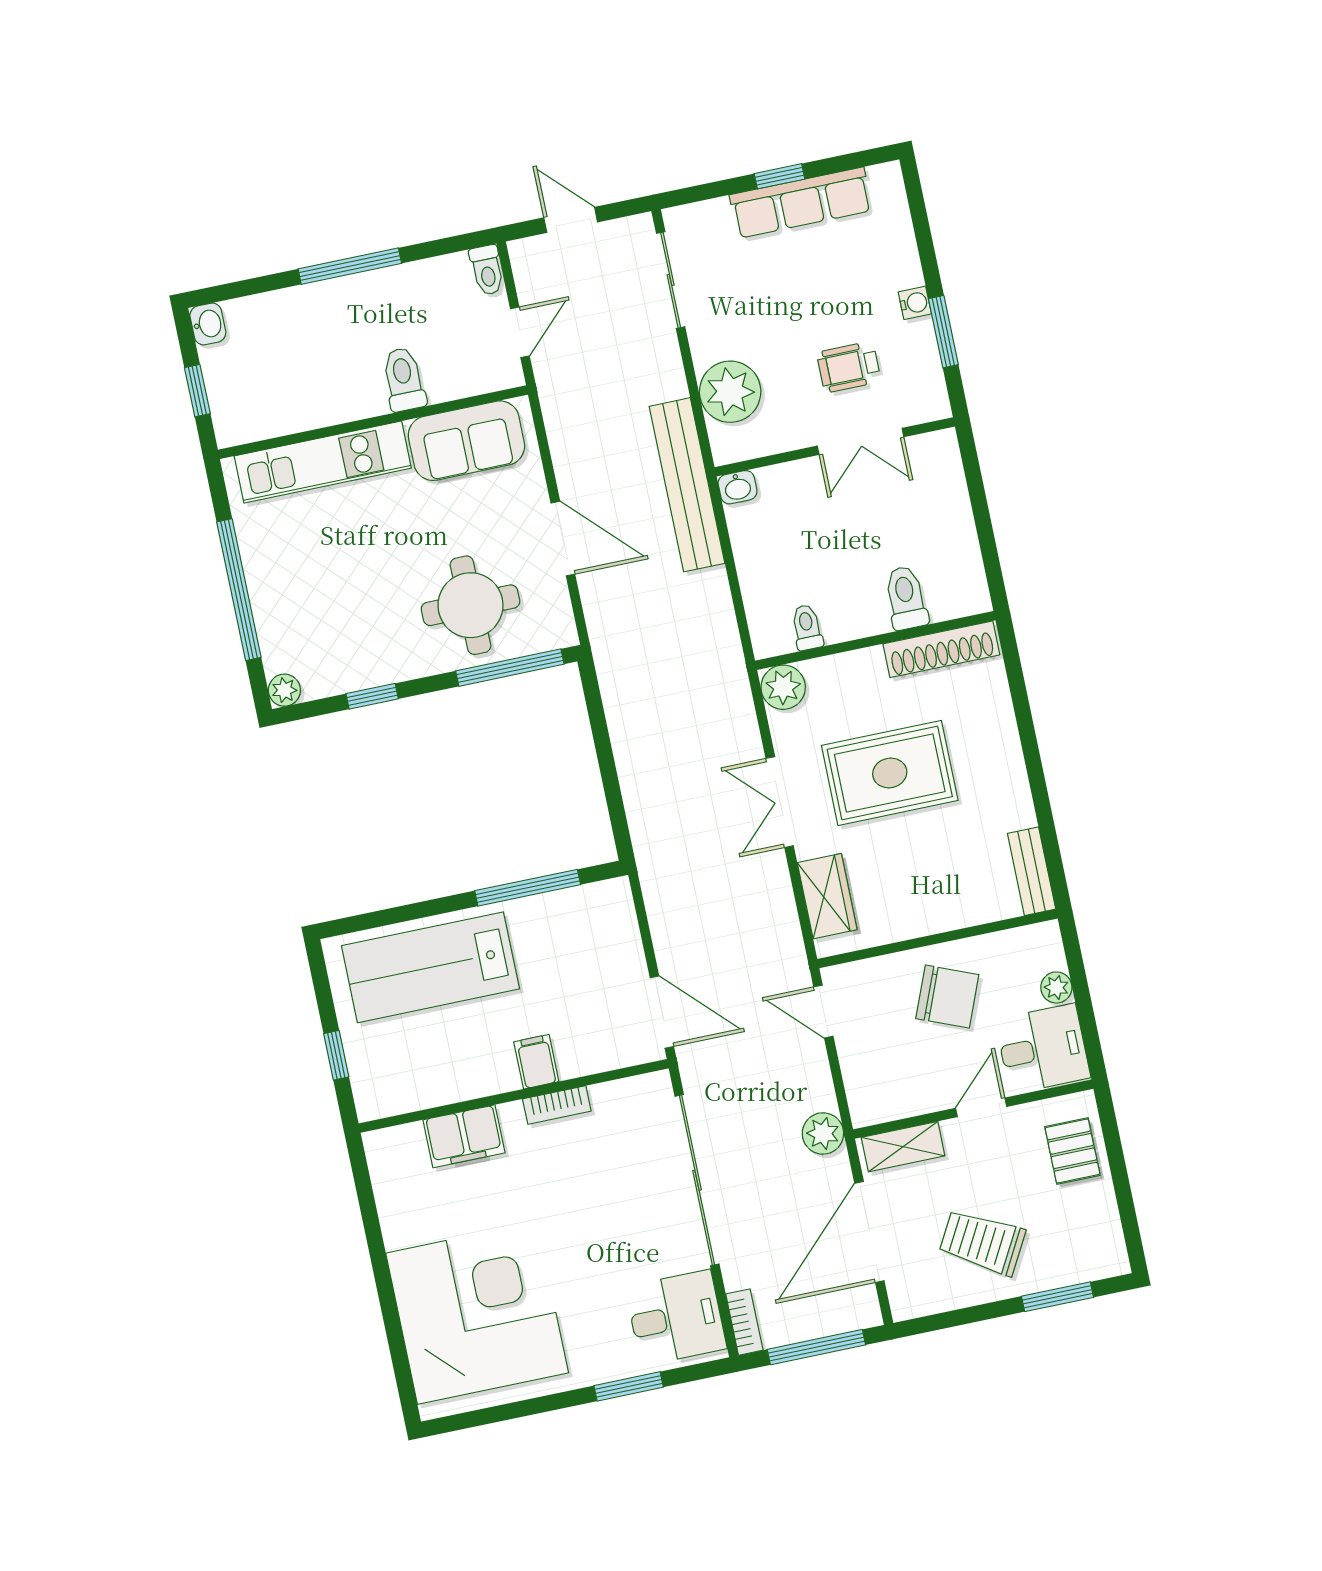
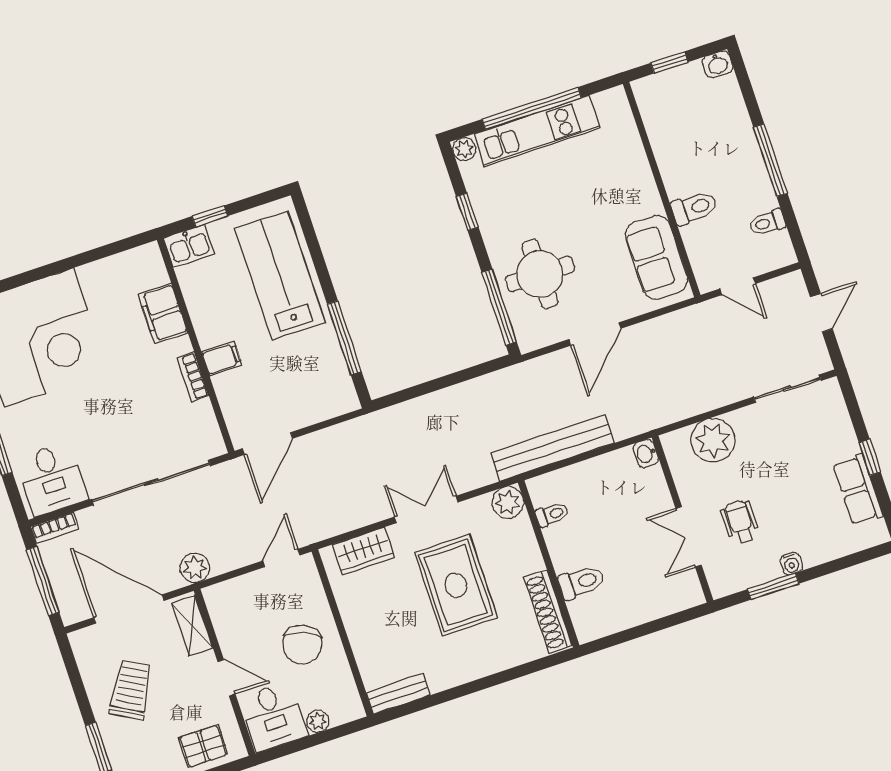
row of seats: (801, 203) -> (858, 490), width x0.68
toilet: (487, 270) -> (767, 223), moved
kitchen unit: (323, 462) -> (537, 131), moved, turned -90
bench: (687, 485) -> (552, 448), moved
kitchen sink: (374, 1089) -> (189, 246), added

